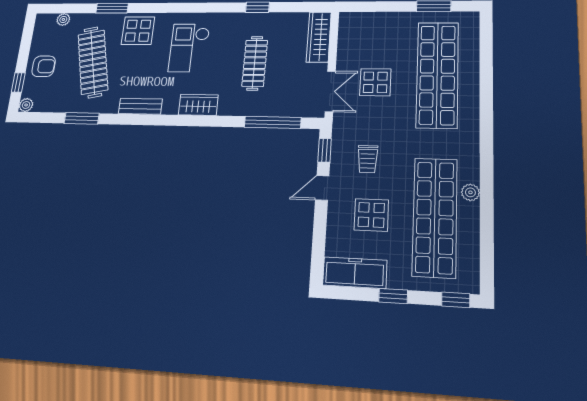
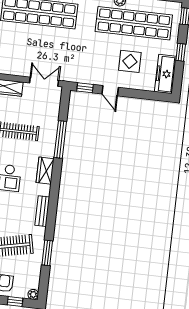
display table: (375, 82) -> (41, 52), removed
window: (273, 122) -> (60, 139), moved
trolley: (368, 159) -> (93, 61), removed

